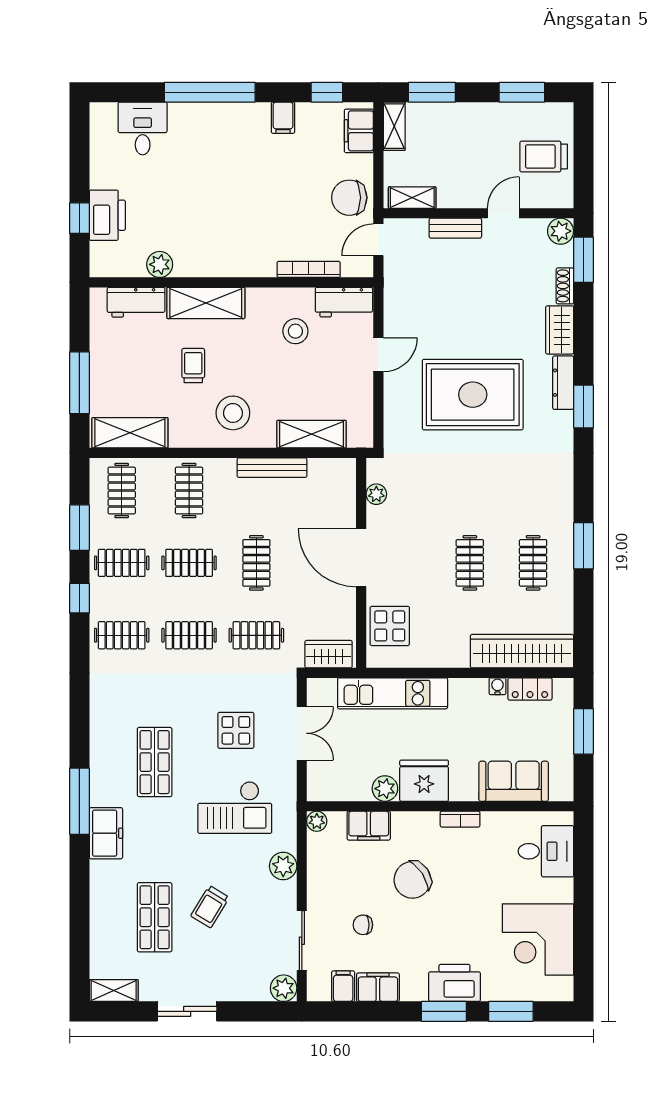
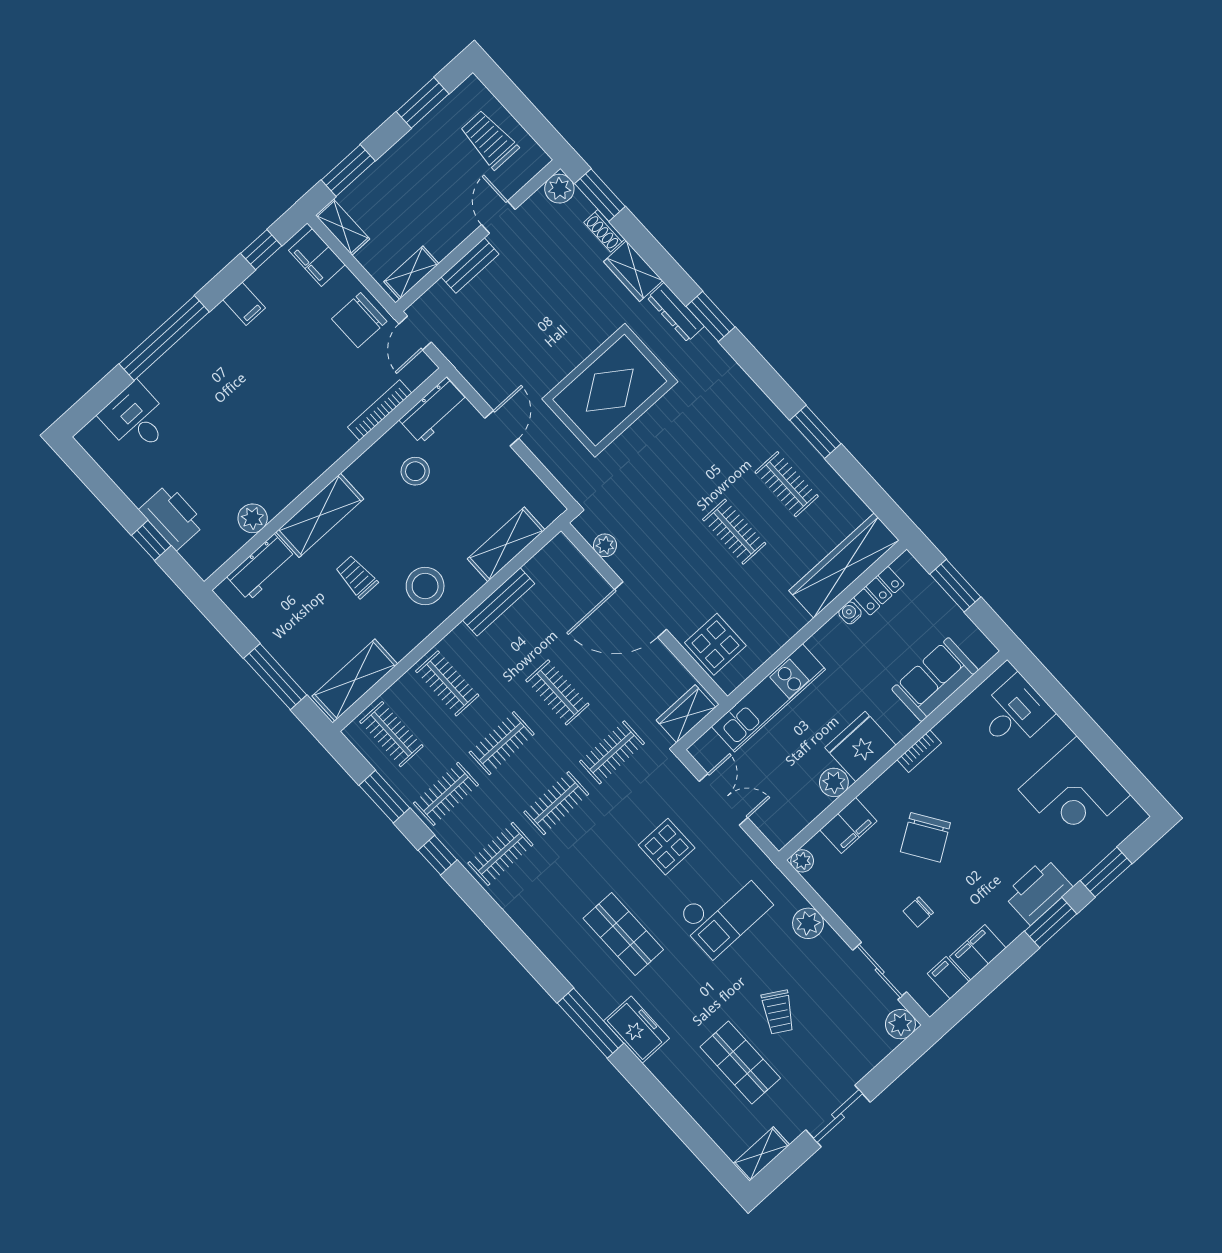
trolley: (544, 156) -> (489, 140), turned 90

